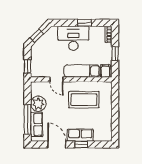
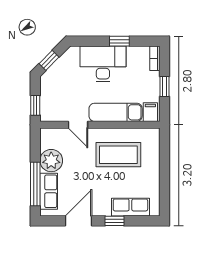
row of seats: (80, 135) -> (130, 207), moved
door: (57, 145) -> (79, 221), hinge flipped

